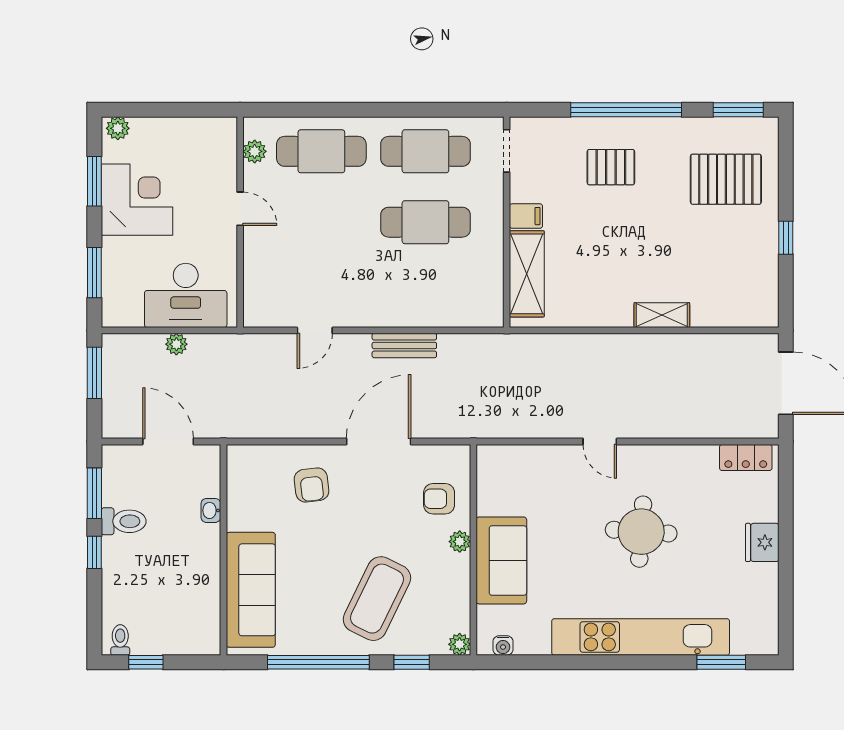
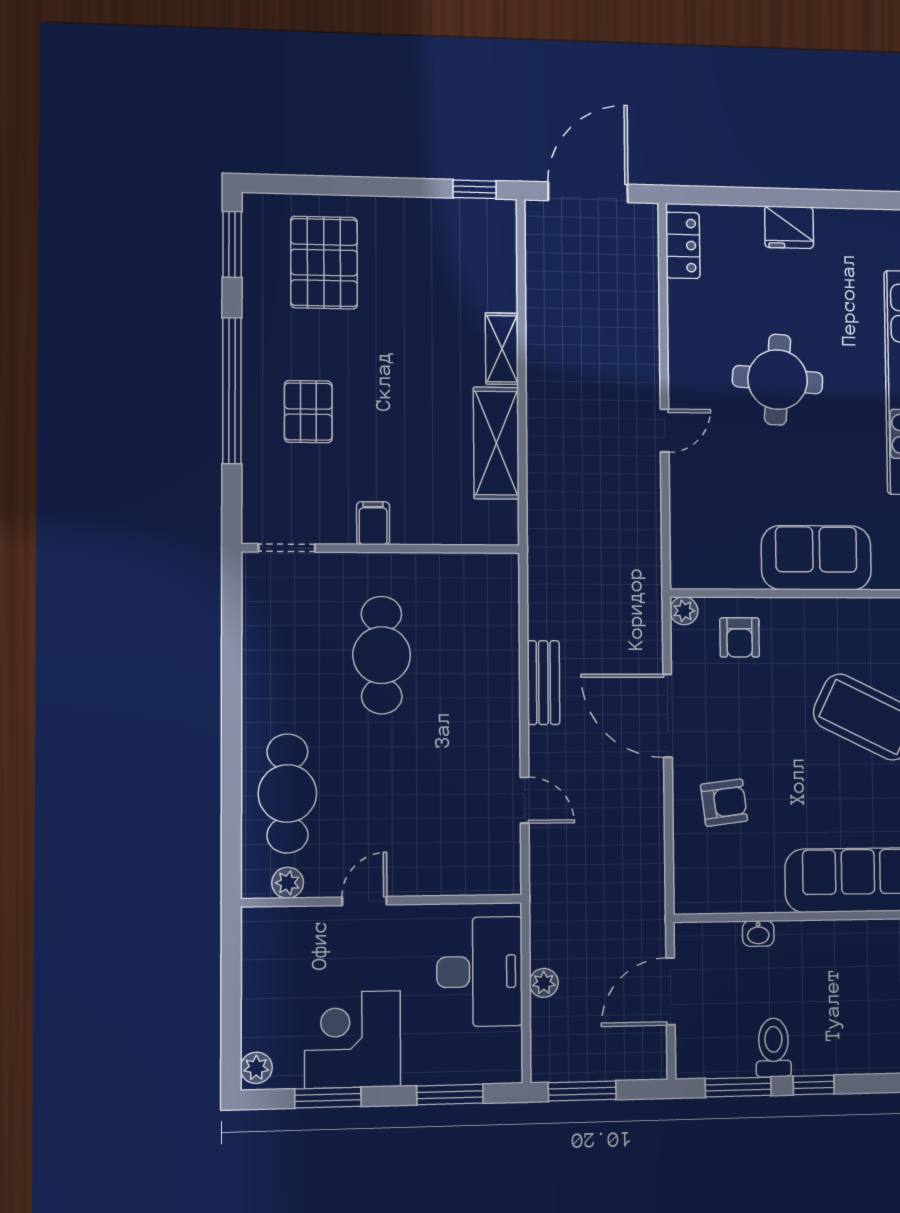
cafe table: (425, 151) -> (287, 655), removed
window: (786, 238) -> (475, 189), moved
shelving: (527, 274) -> (496, 443), moved, turned 90
plant: (460, 542) -> (684, 611), moved

